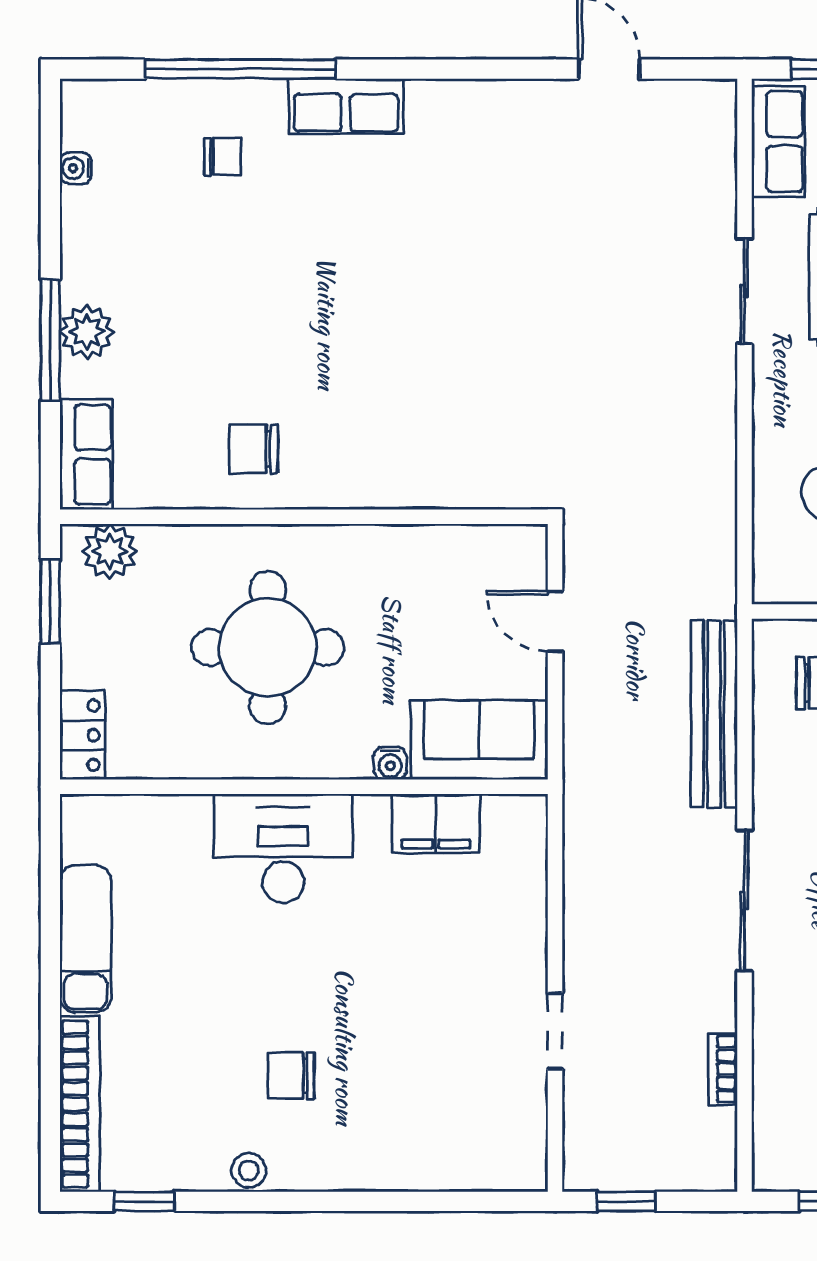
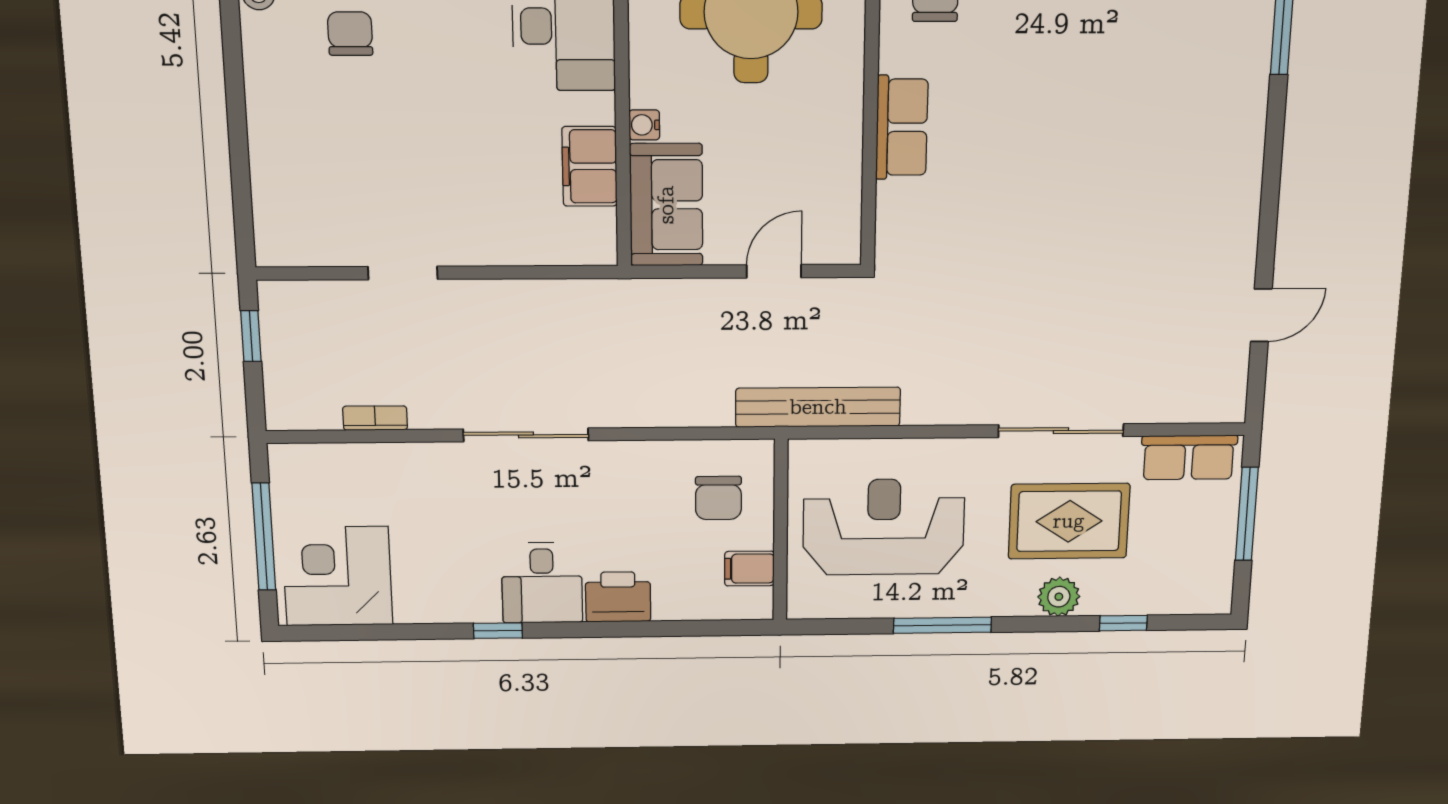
row of seats: (346, 106) -> (902, 127), moved, turned 180
sliding door: (744, 291) -> (1061, 431), width x1.37
bench: (714, 714) -> (818, 407), moved

